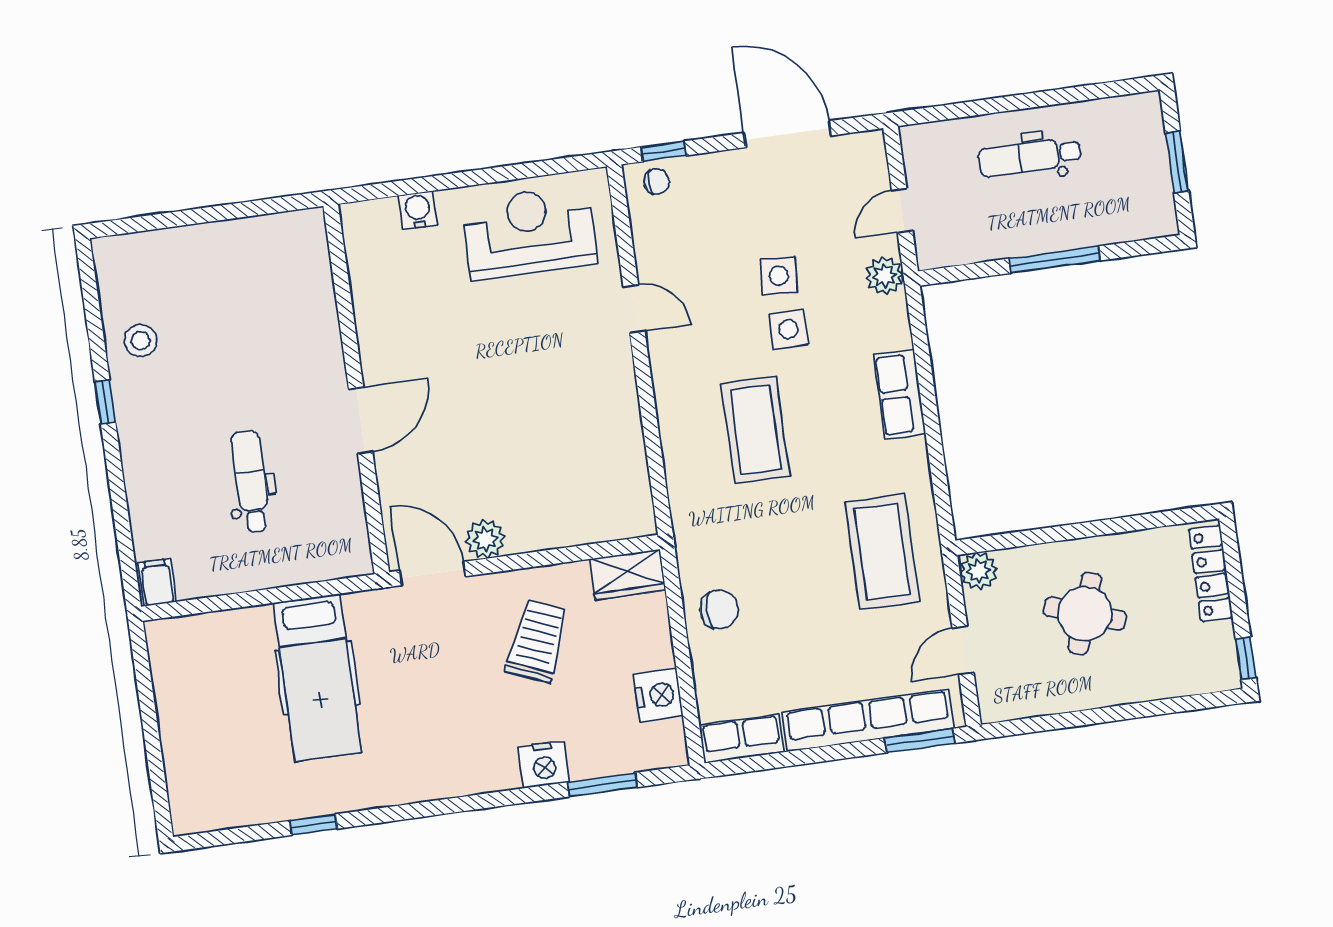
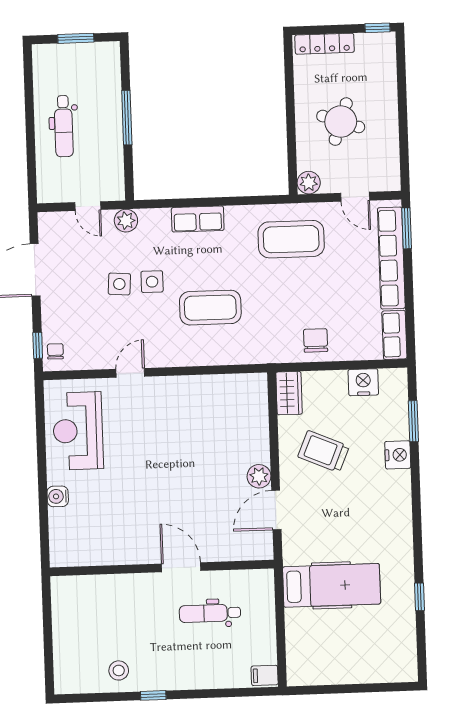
wall: (356, 389) -> (162, 568), moved
door: (361, 421) -> (181, 567), moved

